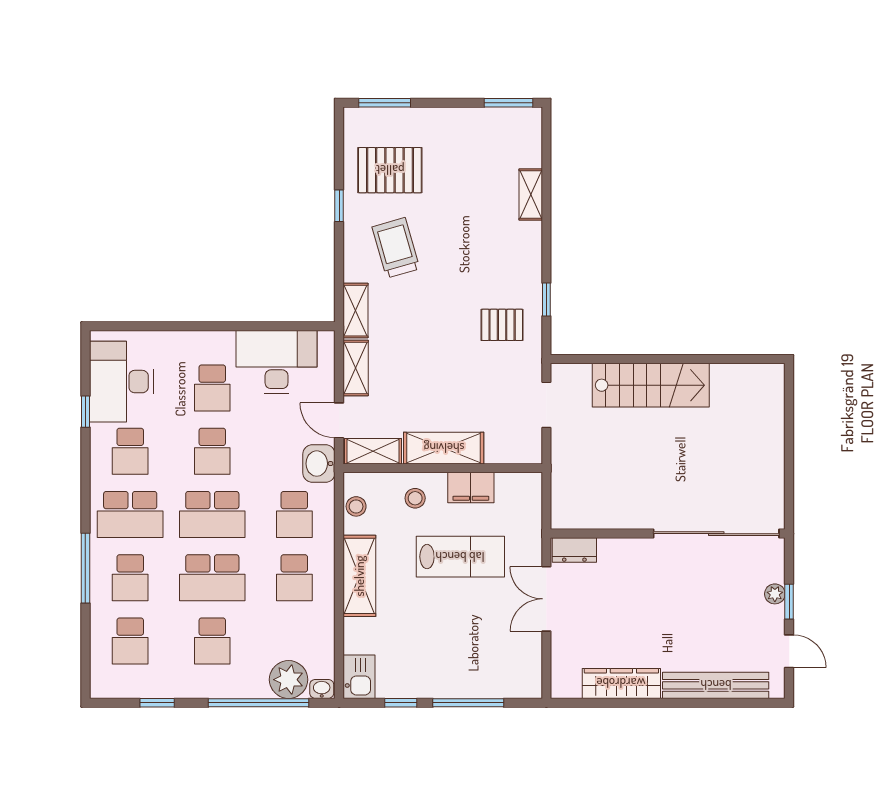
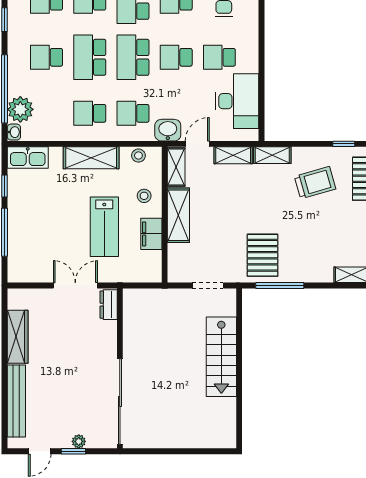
window: (546, 300) -> (280, 285), width x2.17
pallet: (502, 325) -> (262, 255), width x1.50, depth x1.42
kitchen sink: (359, 677) -> (28, 158), width x1.38

